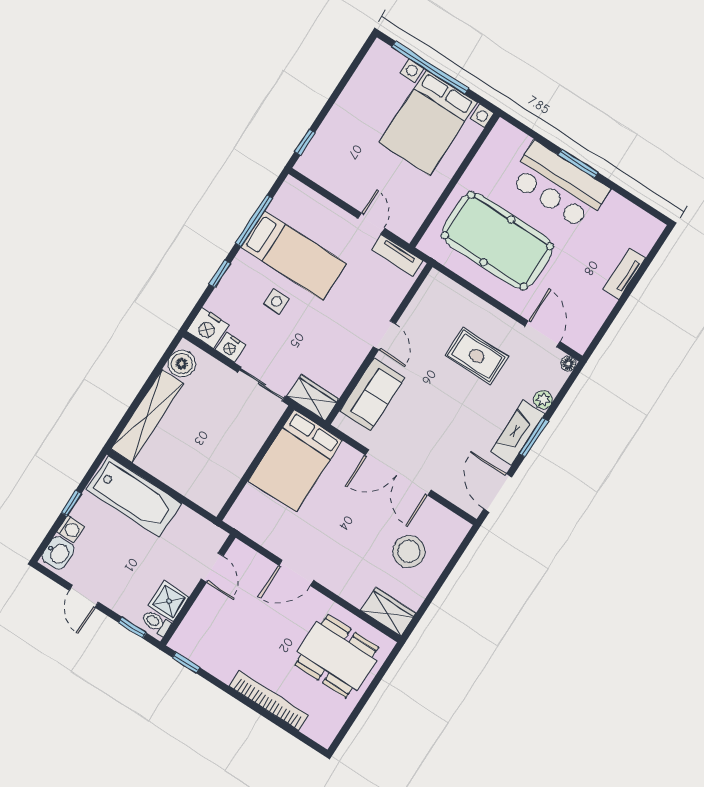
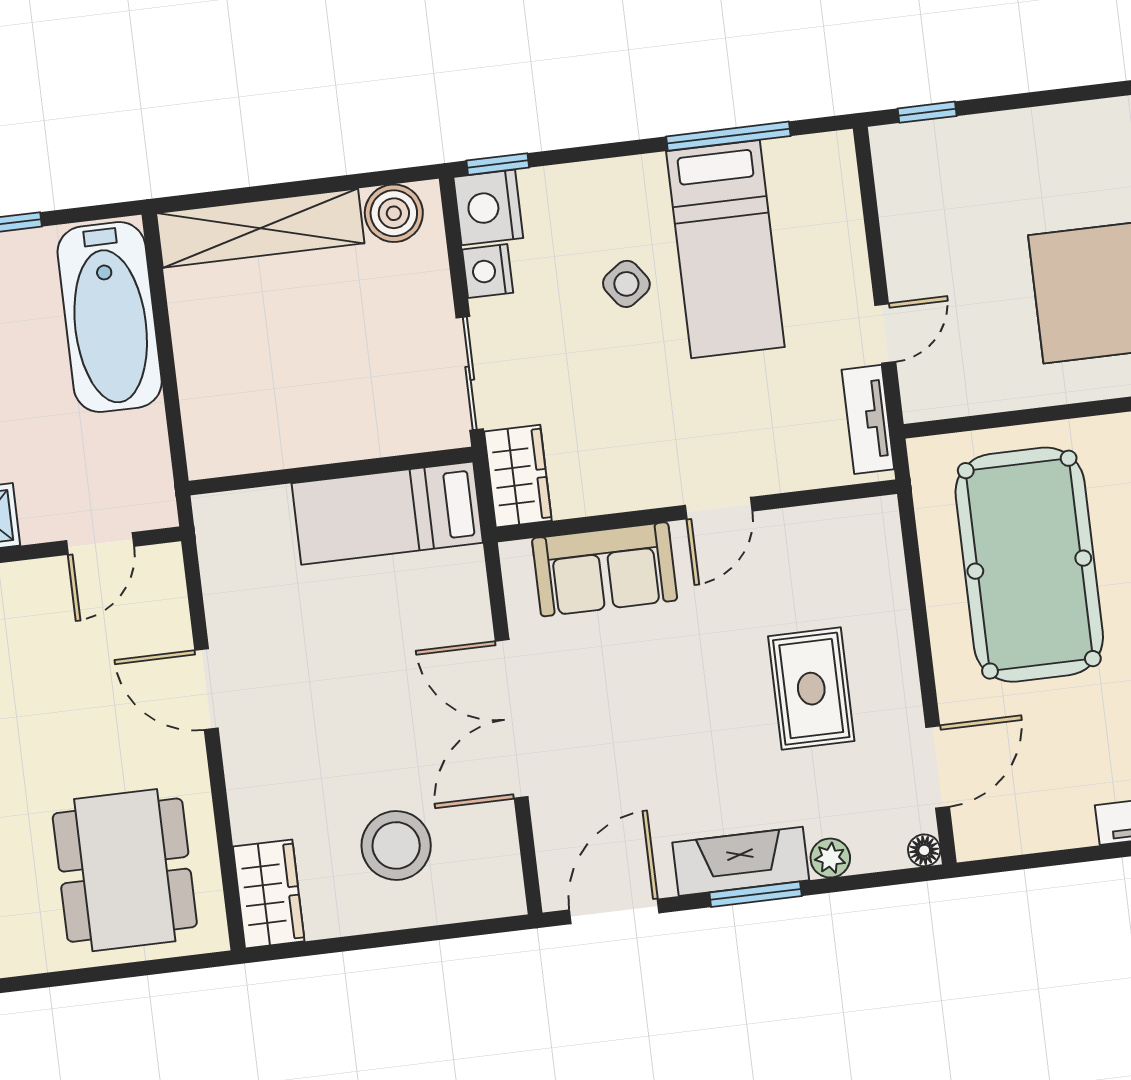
window: (220, 274) -> (498, 164), moved
side table: (276, 301) -> (626, 284), turned -36
bed: (295, 461) -> (387, 513), width x0.67

